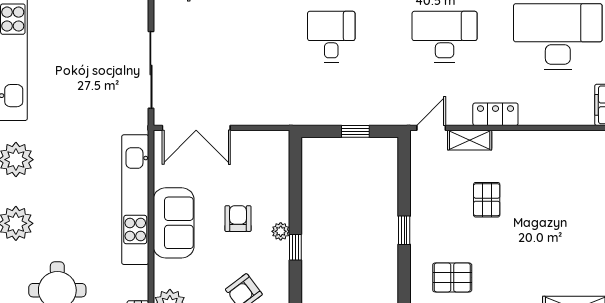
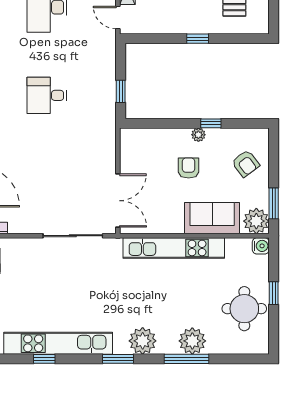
window: (355, 131) -> (121, 91), moved
armchair: (238, 219) -> (189, 168), turned 90
sofa: (174, 223) -> (212, 218), moved

